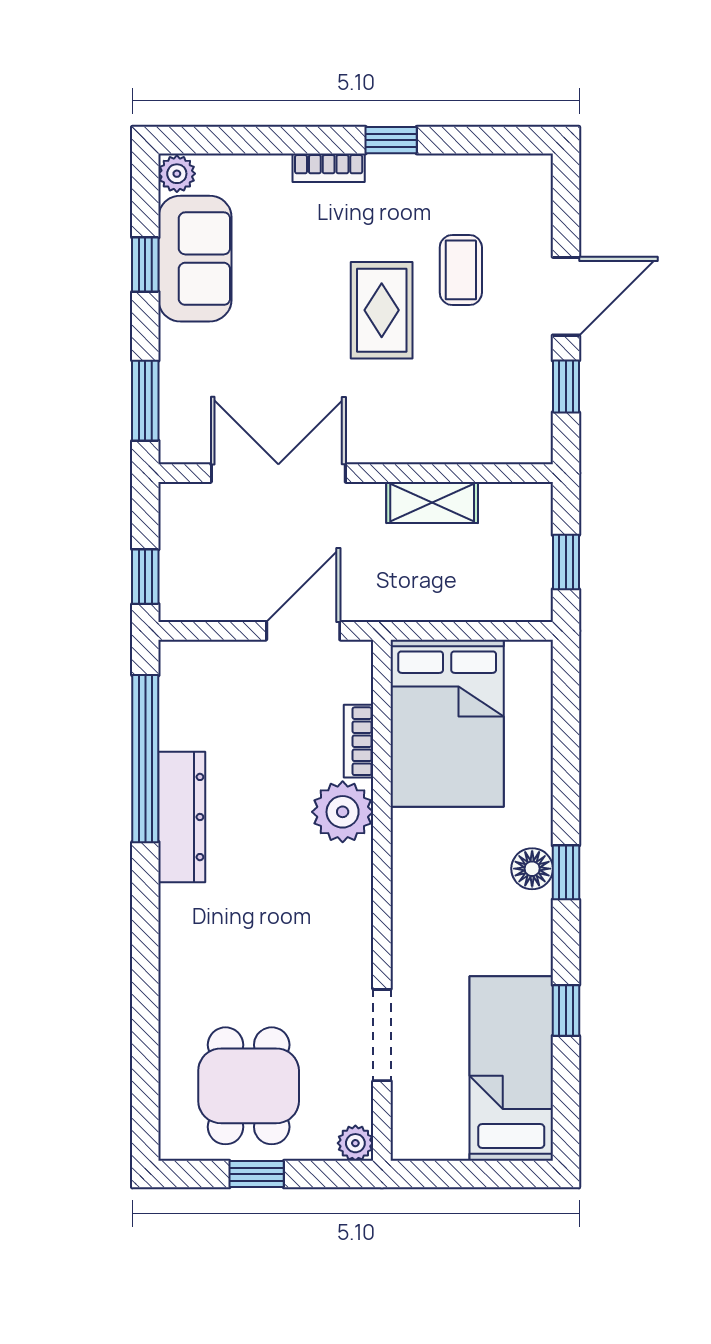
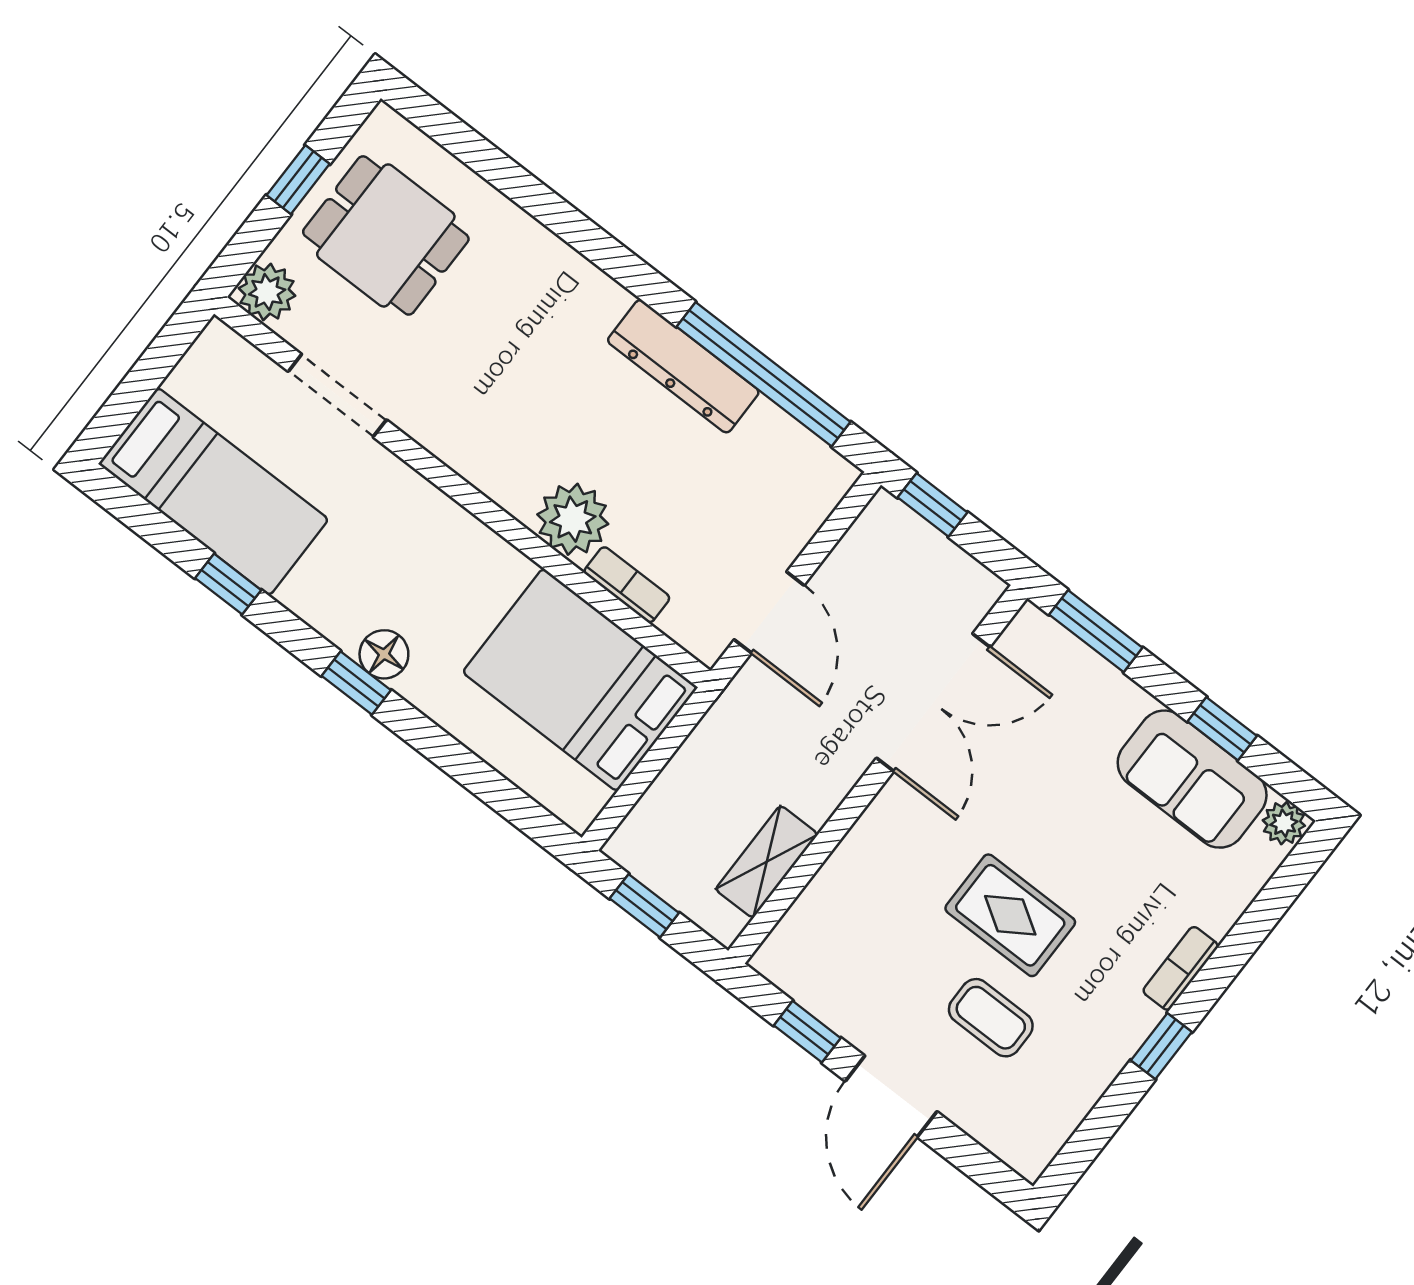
shelving: (432, 502) -> (767, 862), moved
plant: (355, 1143) -> (267, 292), width x1.38, depth x1.38

